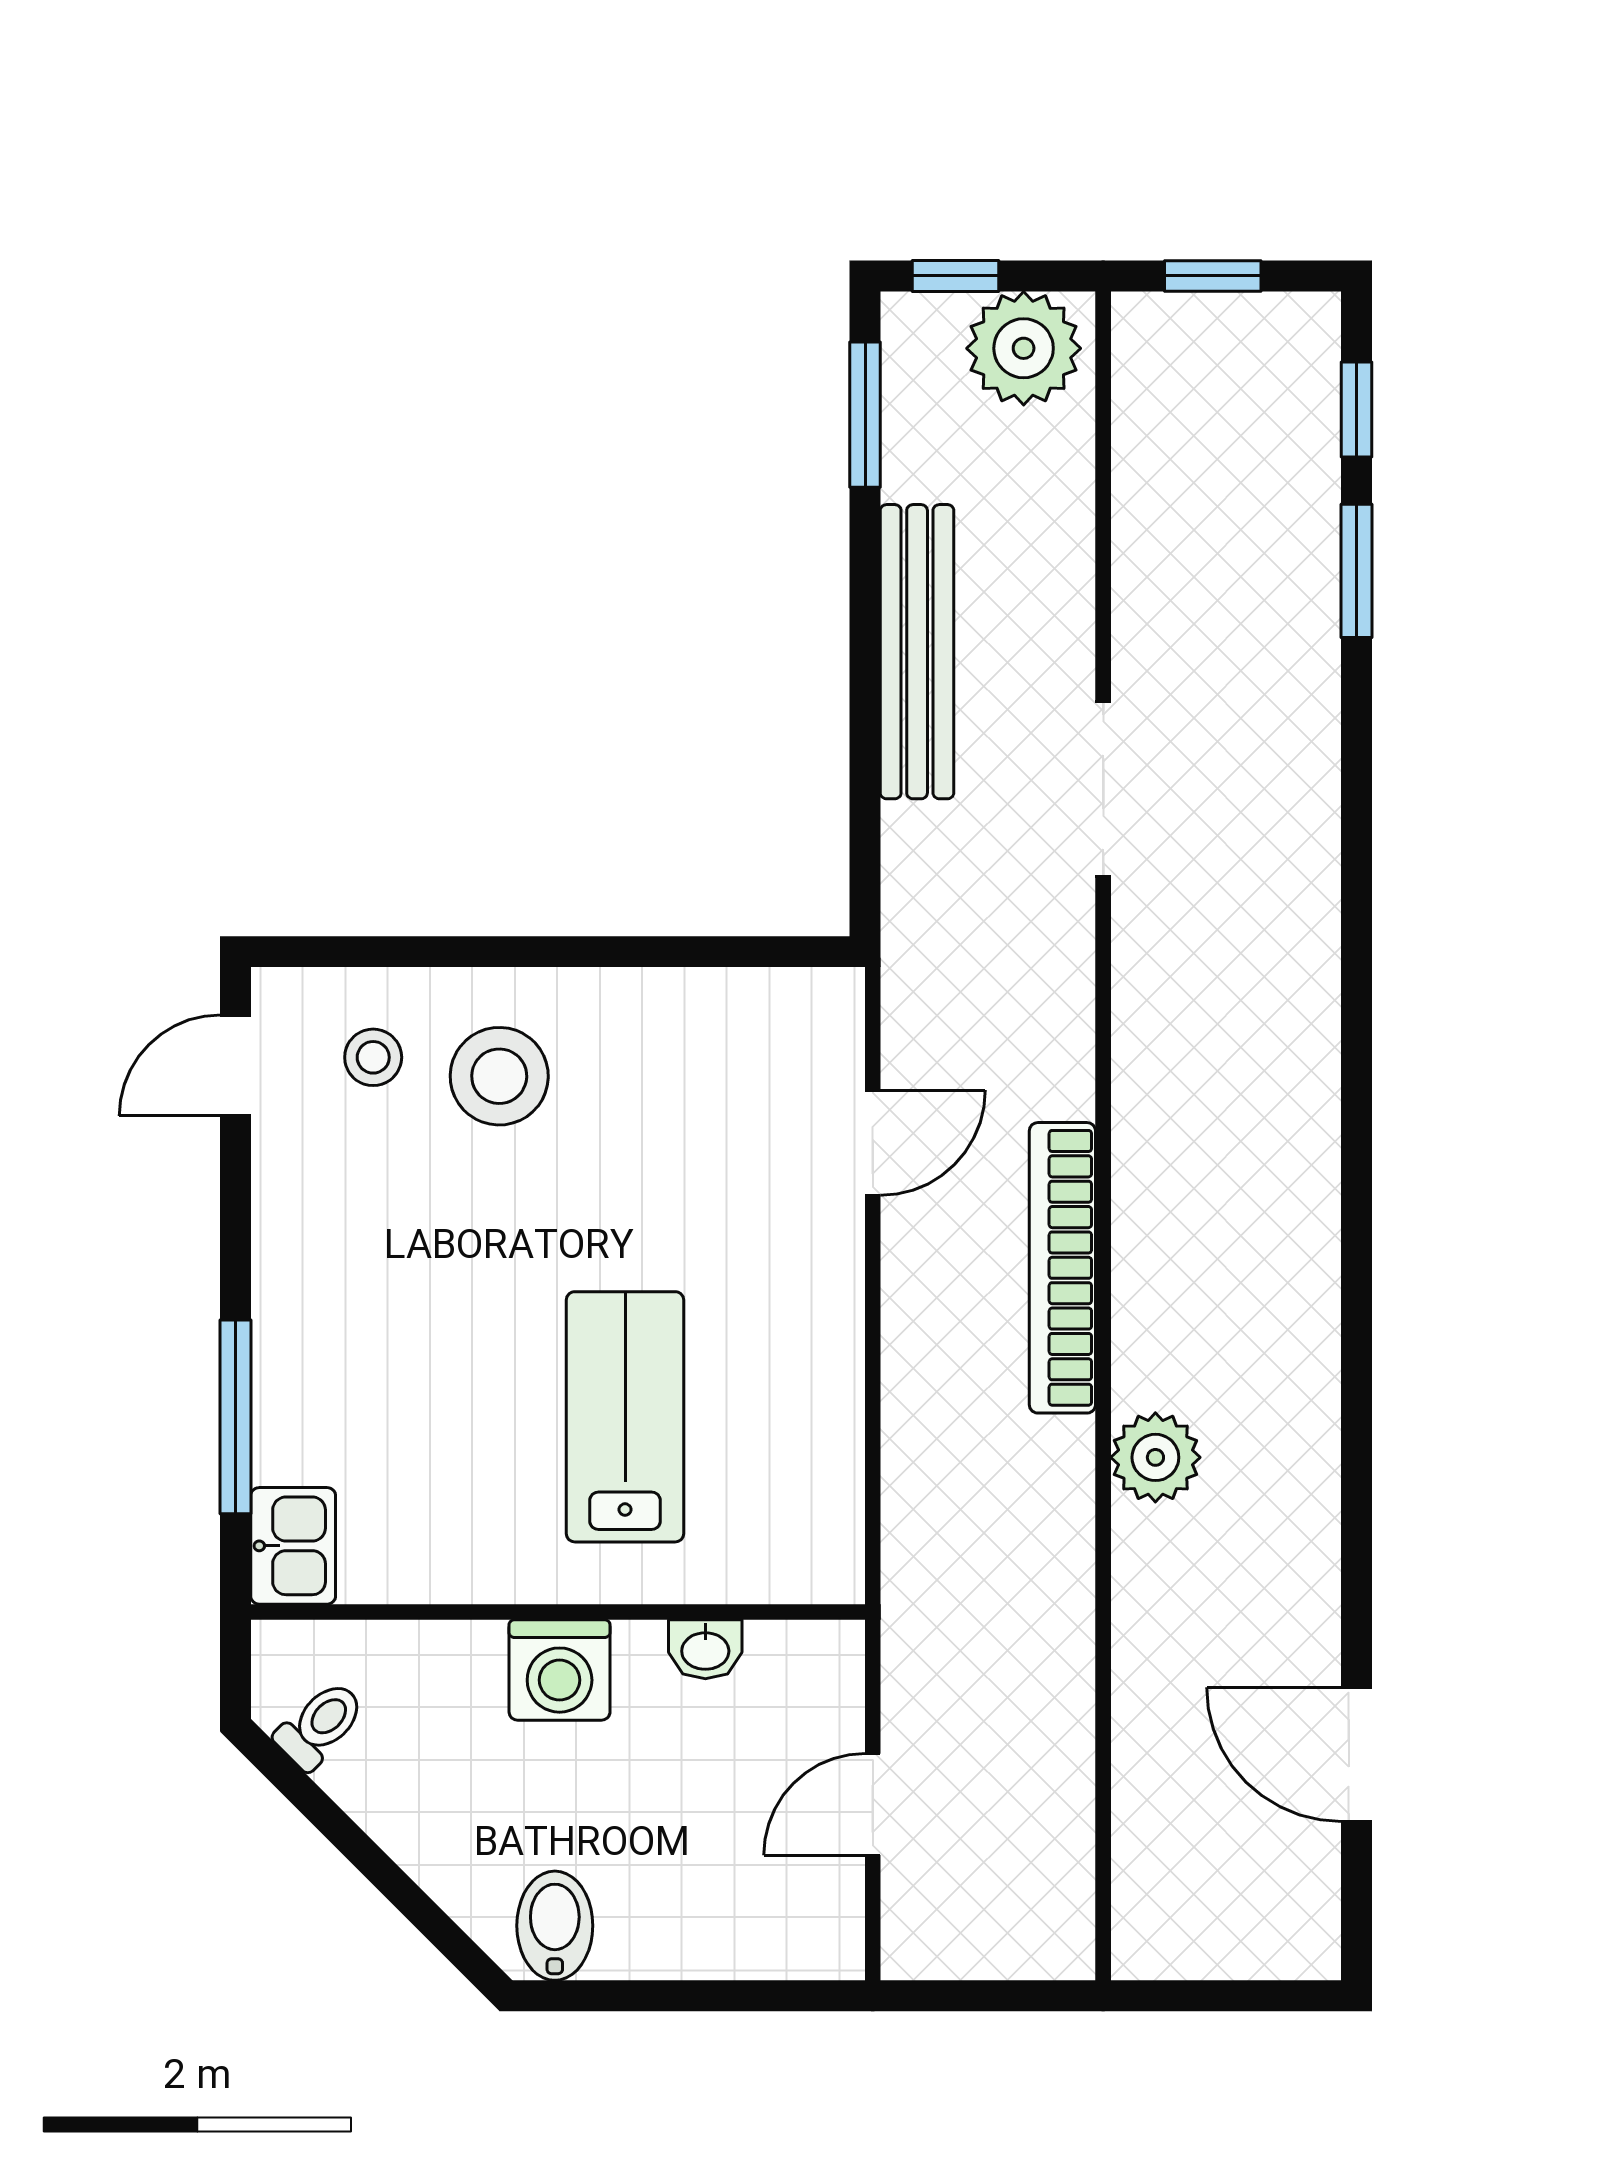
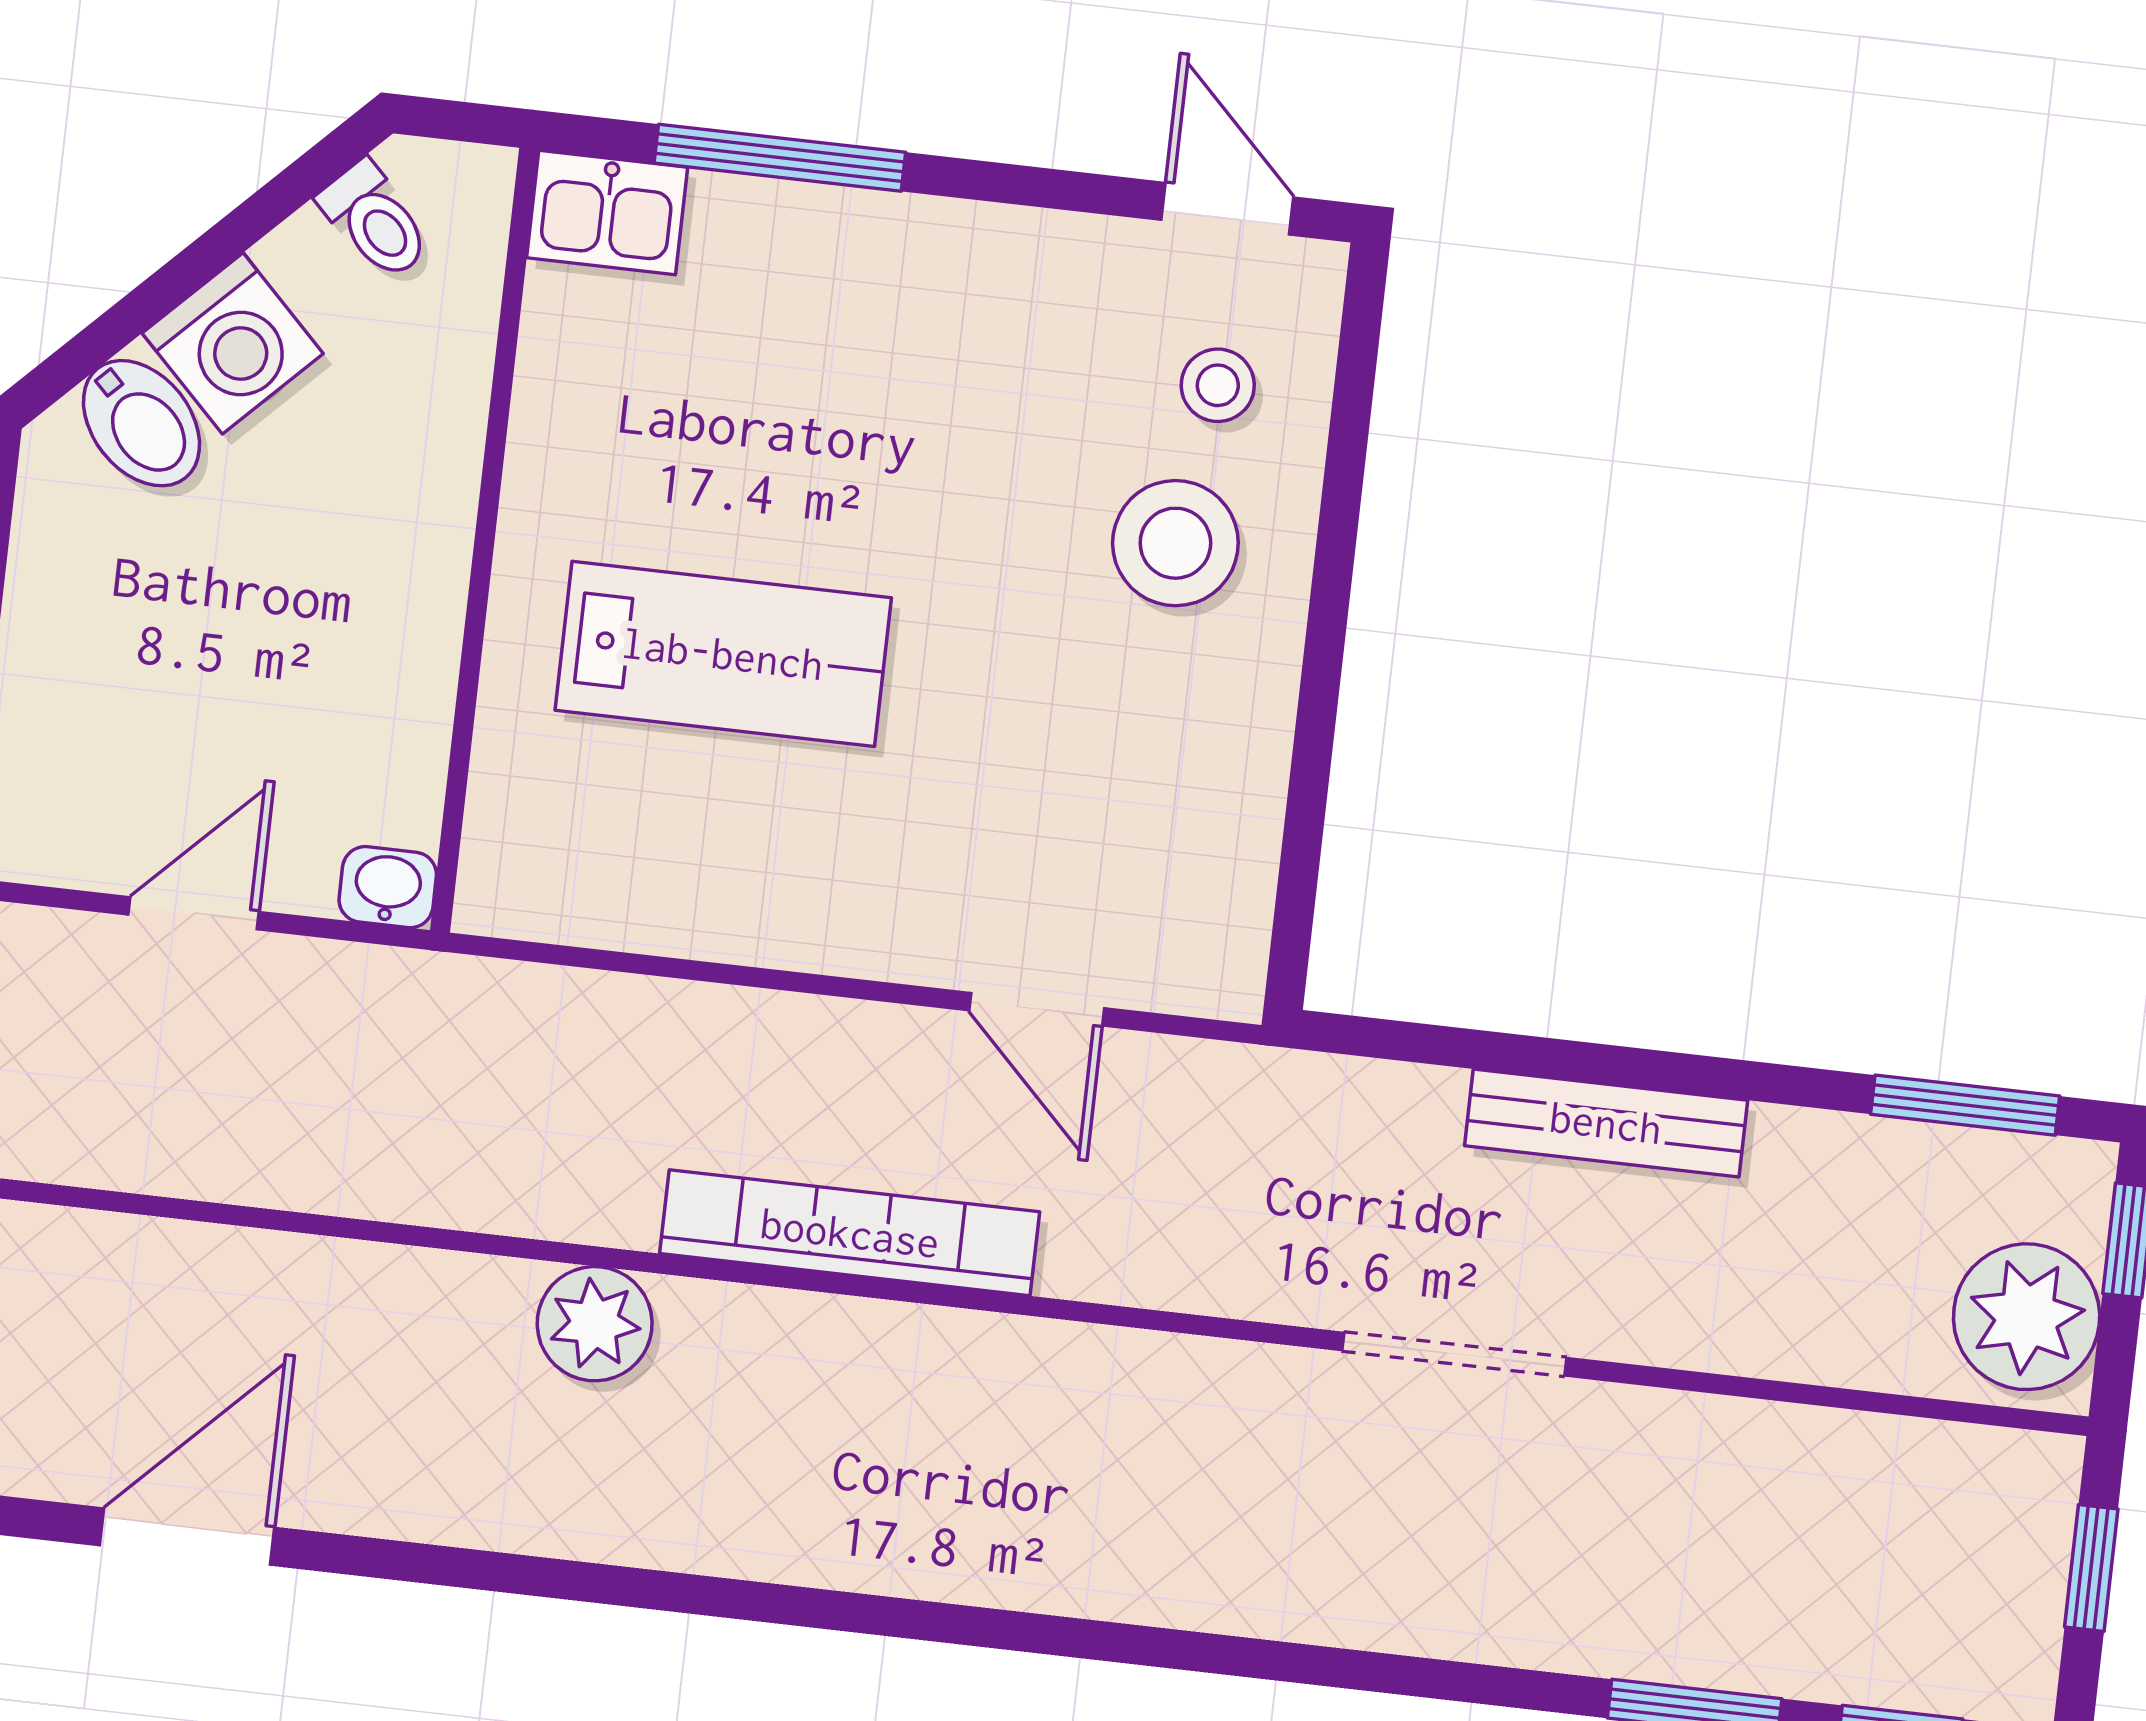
bench: (917, 652) -> (1606, 1123), width x0.73, depth x0.82
washbasin: (705, 1649) -> (388, 887), moved, turned 90
washing machine: (560, 1670) -> (233, 343), moved, turned -135
door: (873, 1804) -> (194, 913), hinge flipped
bidet: (555, 1926) -> (142, 423), moved, turned 45

